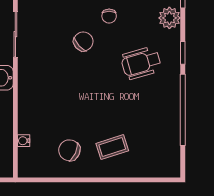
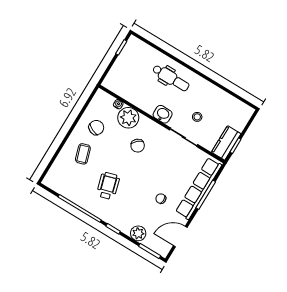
chair: (83, 41) -> (138, 146), moved
wheelchair: (141, 63) -> (108, 186), moved
plant: (33, 118) -> (128, 118), added

